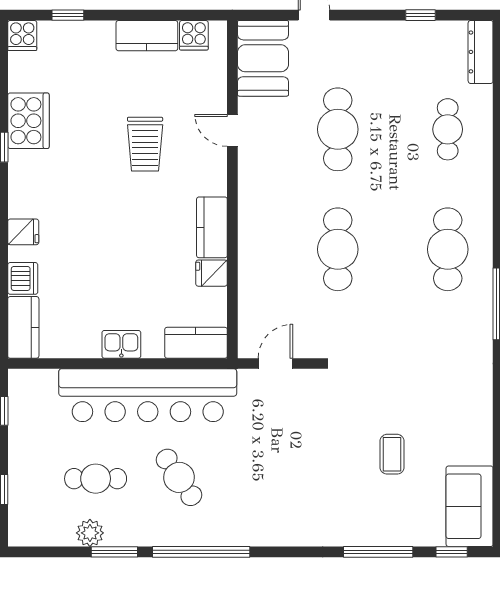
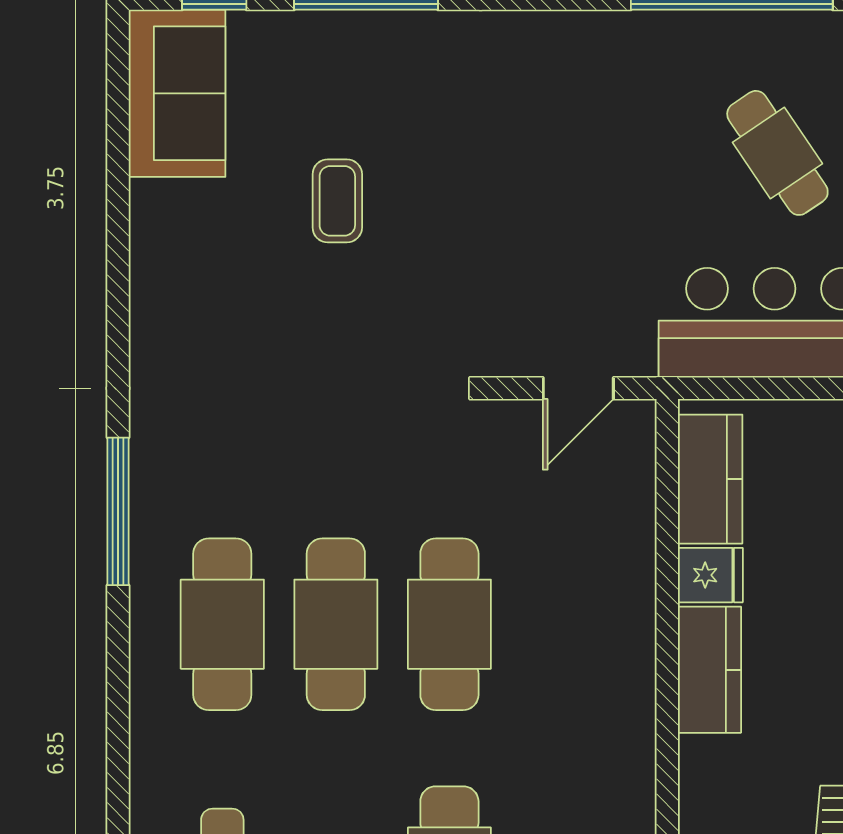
cafe table: (393, 249) -> (336, 624), added
kitchen counter: (196, 343) -> (710, 479), moved, turned -90

